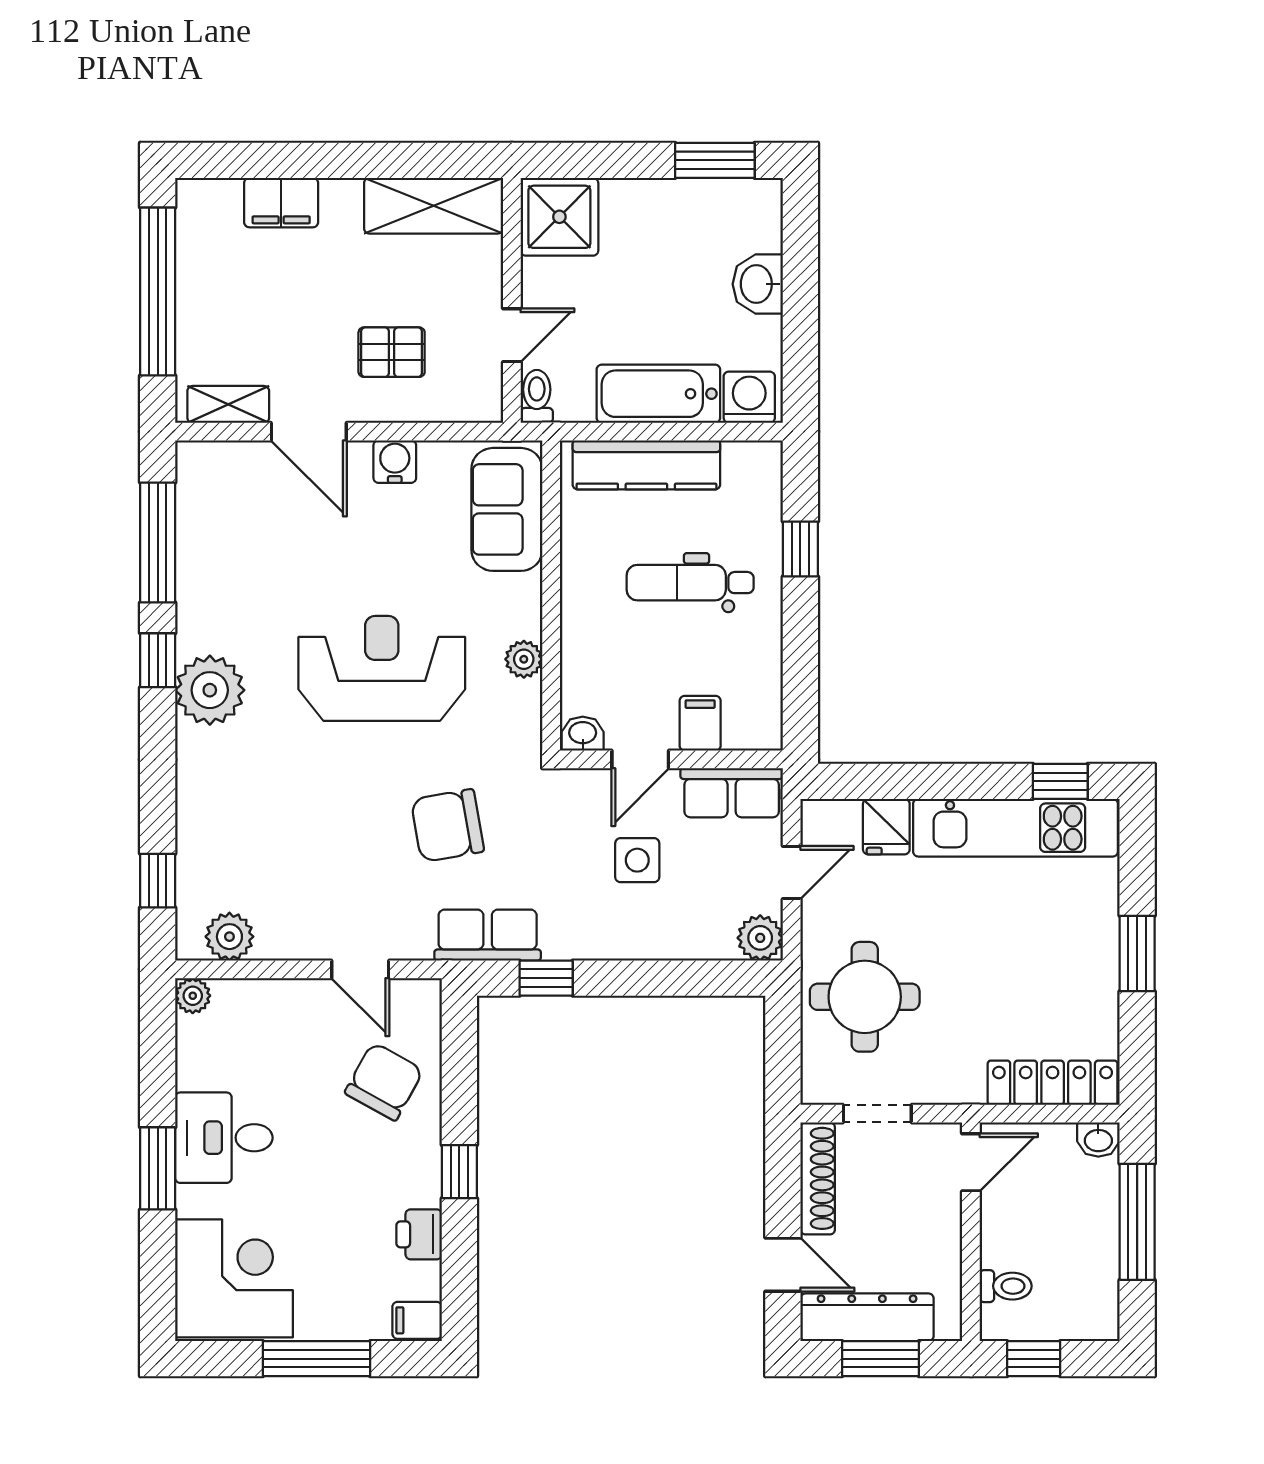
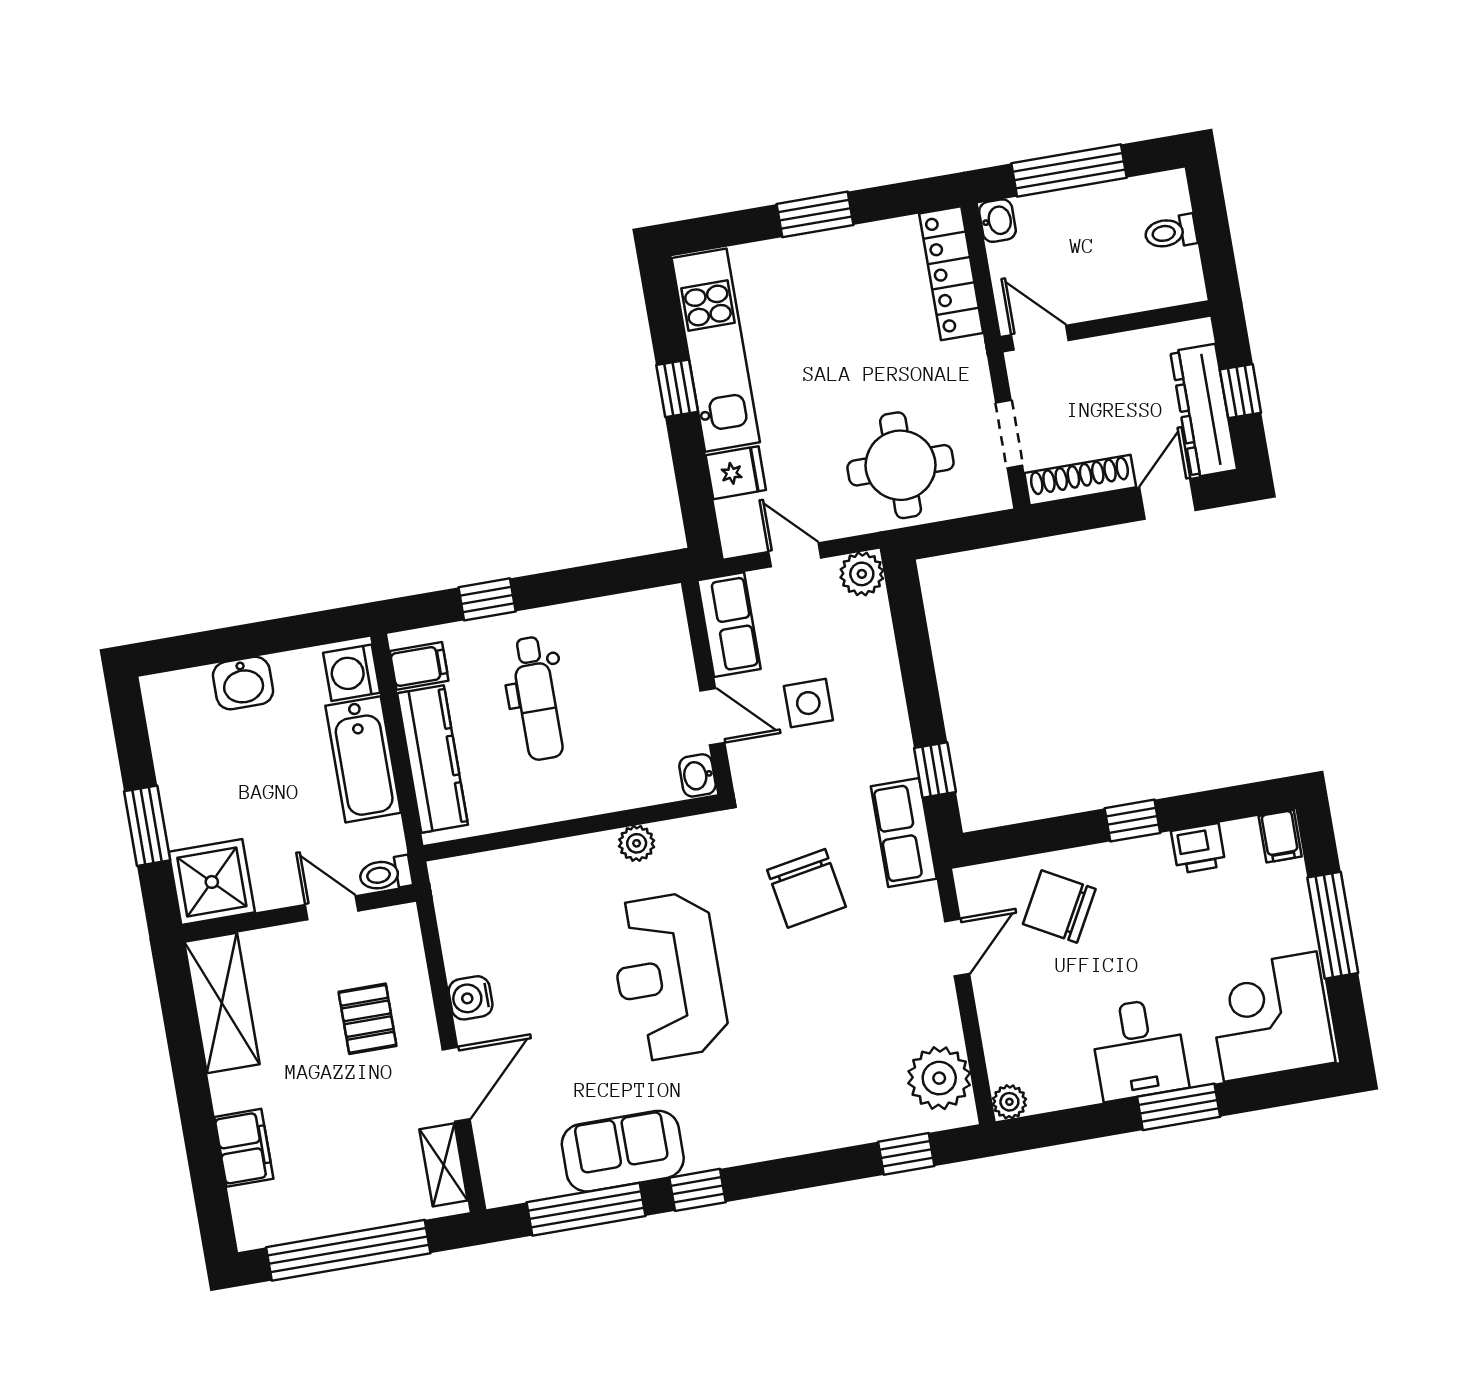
window: (715, 160) -> (147, 826), moved
sofa: (507, 509) -> (623, 1151), moved, turned 180
plant: (210, 690) -> (717, 1136), removed
filing cabinet: (700, 723) -> (419, 666), moved, turned 180
window: (1060, 781) -> (677, 388), moved
plant: (229, 937) -> (939, 1078), width x1.36, depth x1.36
toilet: (1006, 1286) -> (1171, 232), moved, turned -90
window: (881, 1359) -> (1240, 391), width x0.67
window: (1034, 1359) -> (1215, 246), removed

